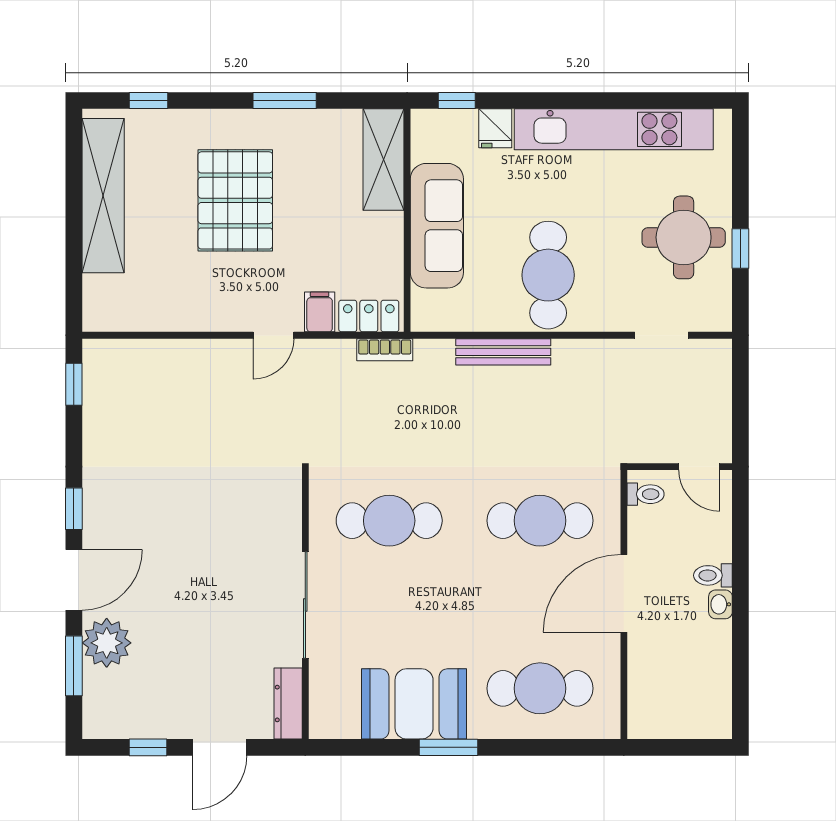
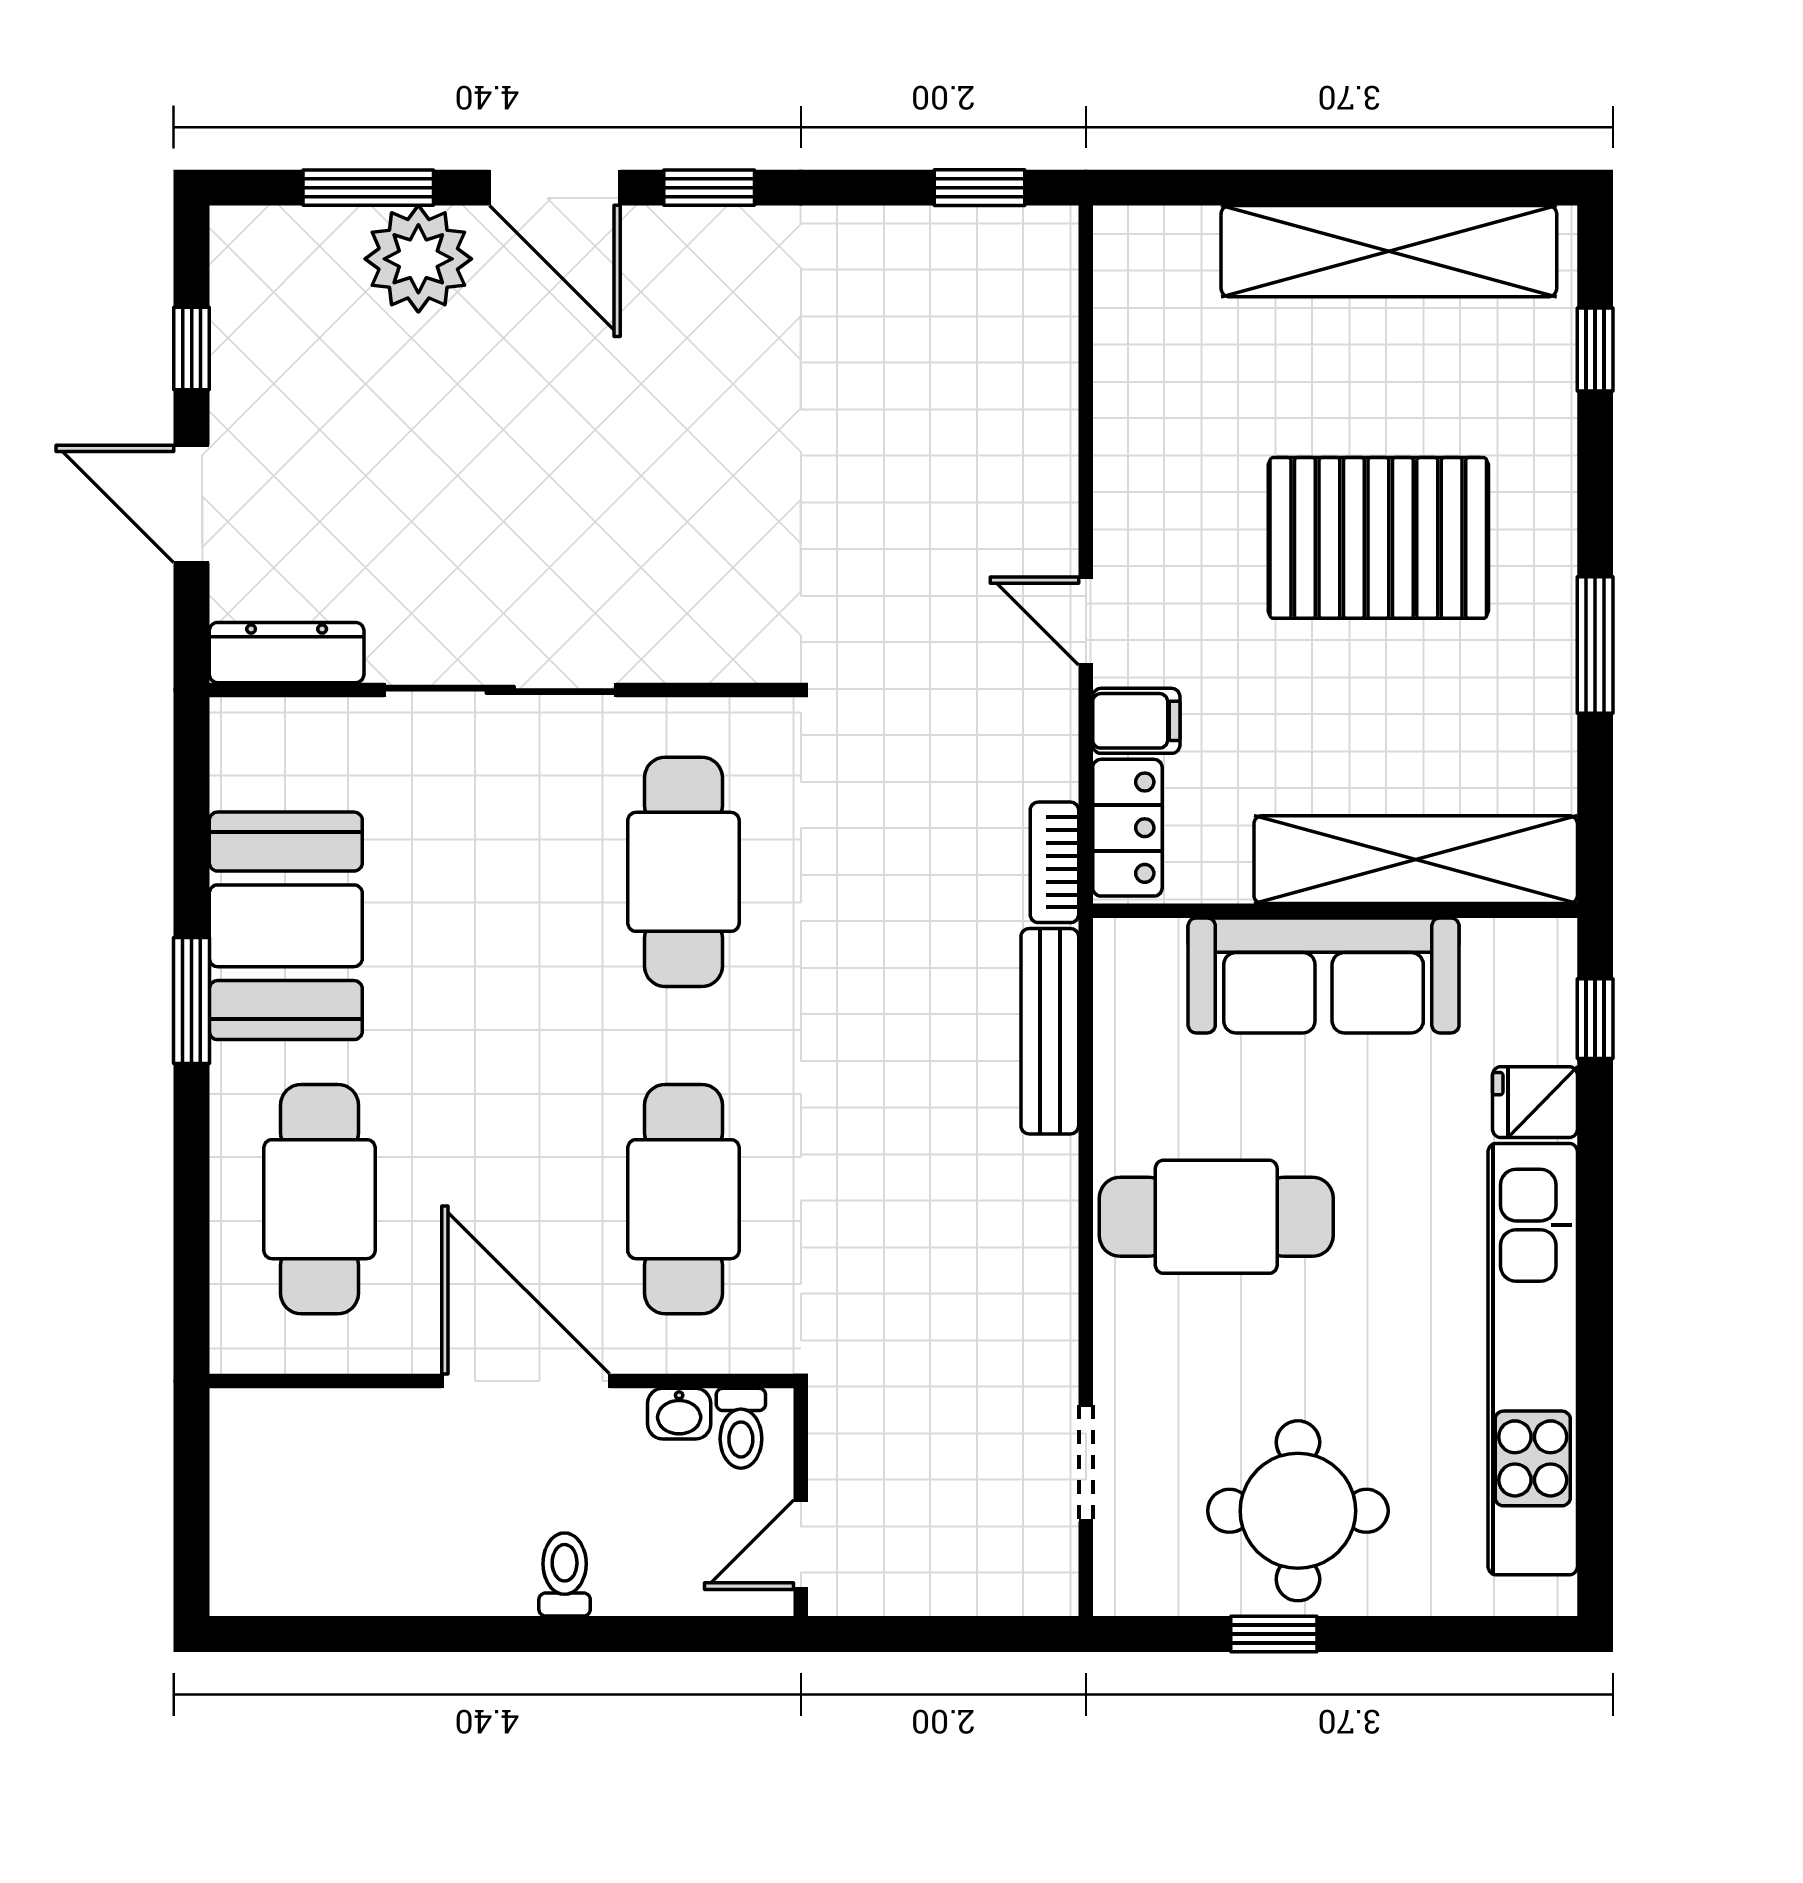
shelving: (384, 160) -> (1416, 860), width x1.47
bench: (503, 352) -> (1050, 1031), moved
washbasin: (720, 604) -> (679, 1414), moved, turned 180

